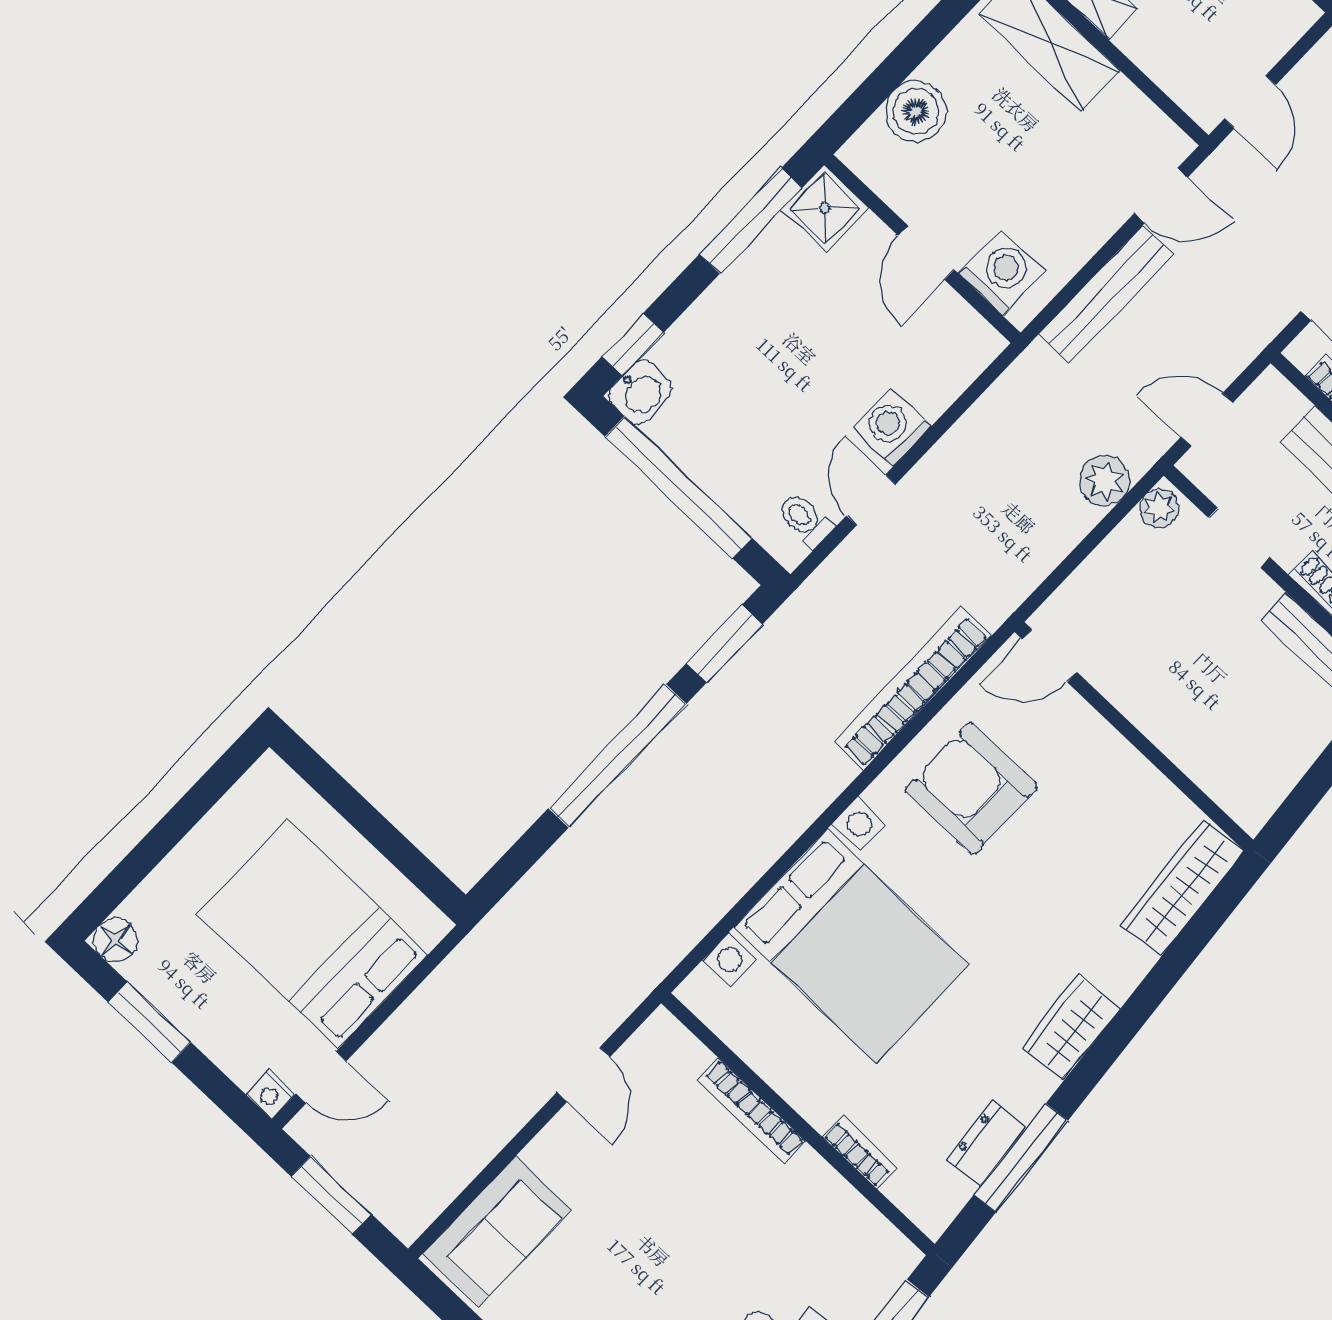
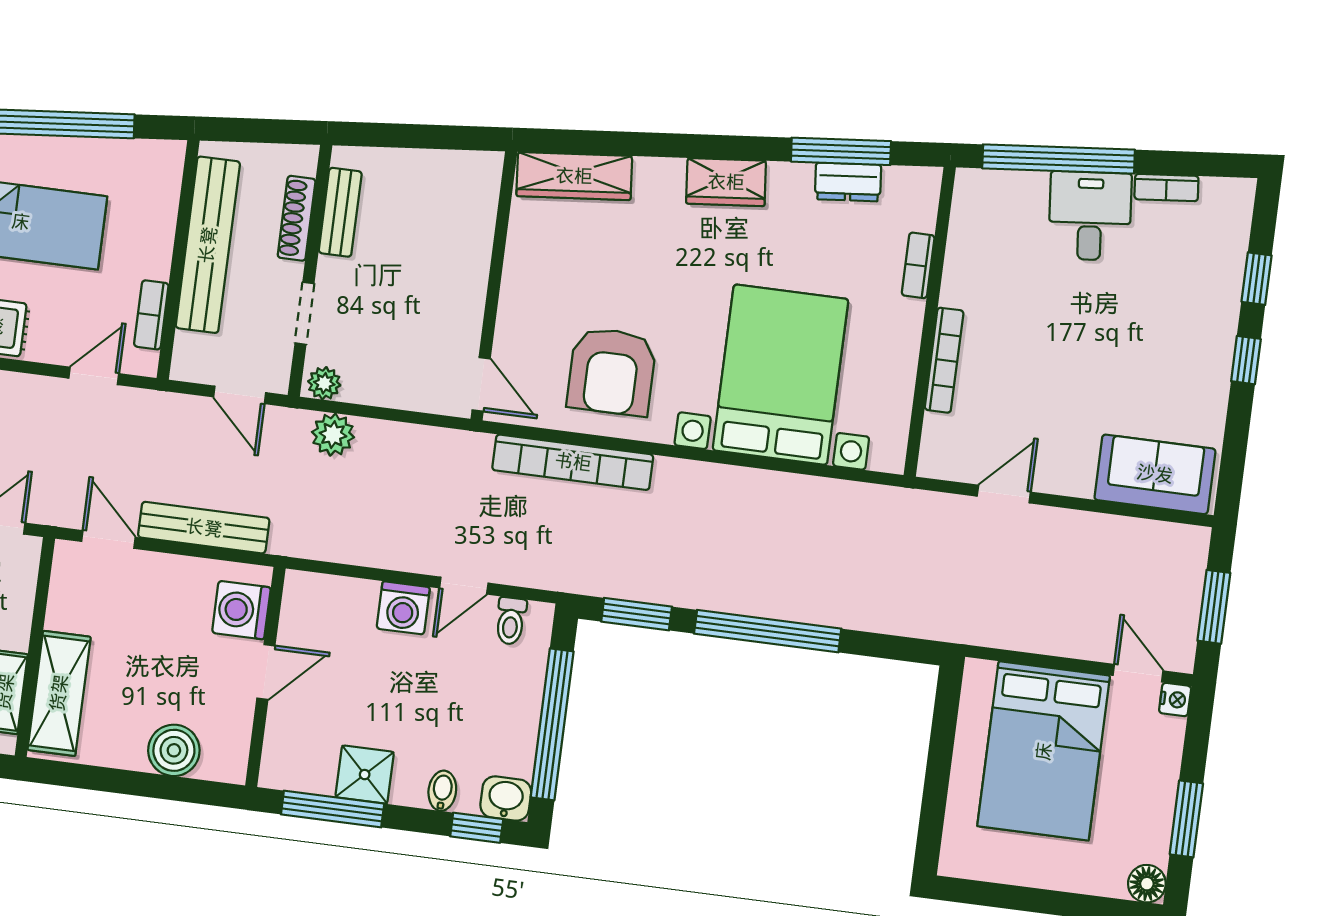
shower: (825, 208) -> (365, 775), moved
bidet: (692, 337) -> (442, 791), added

